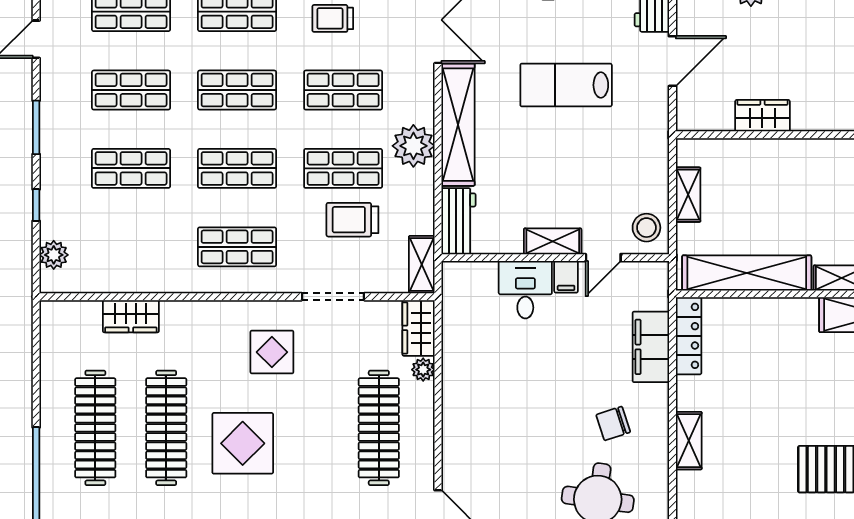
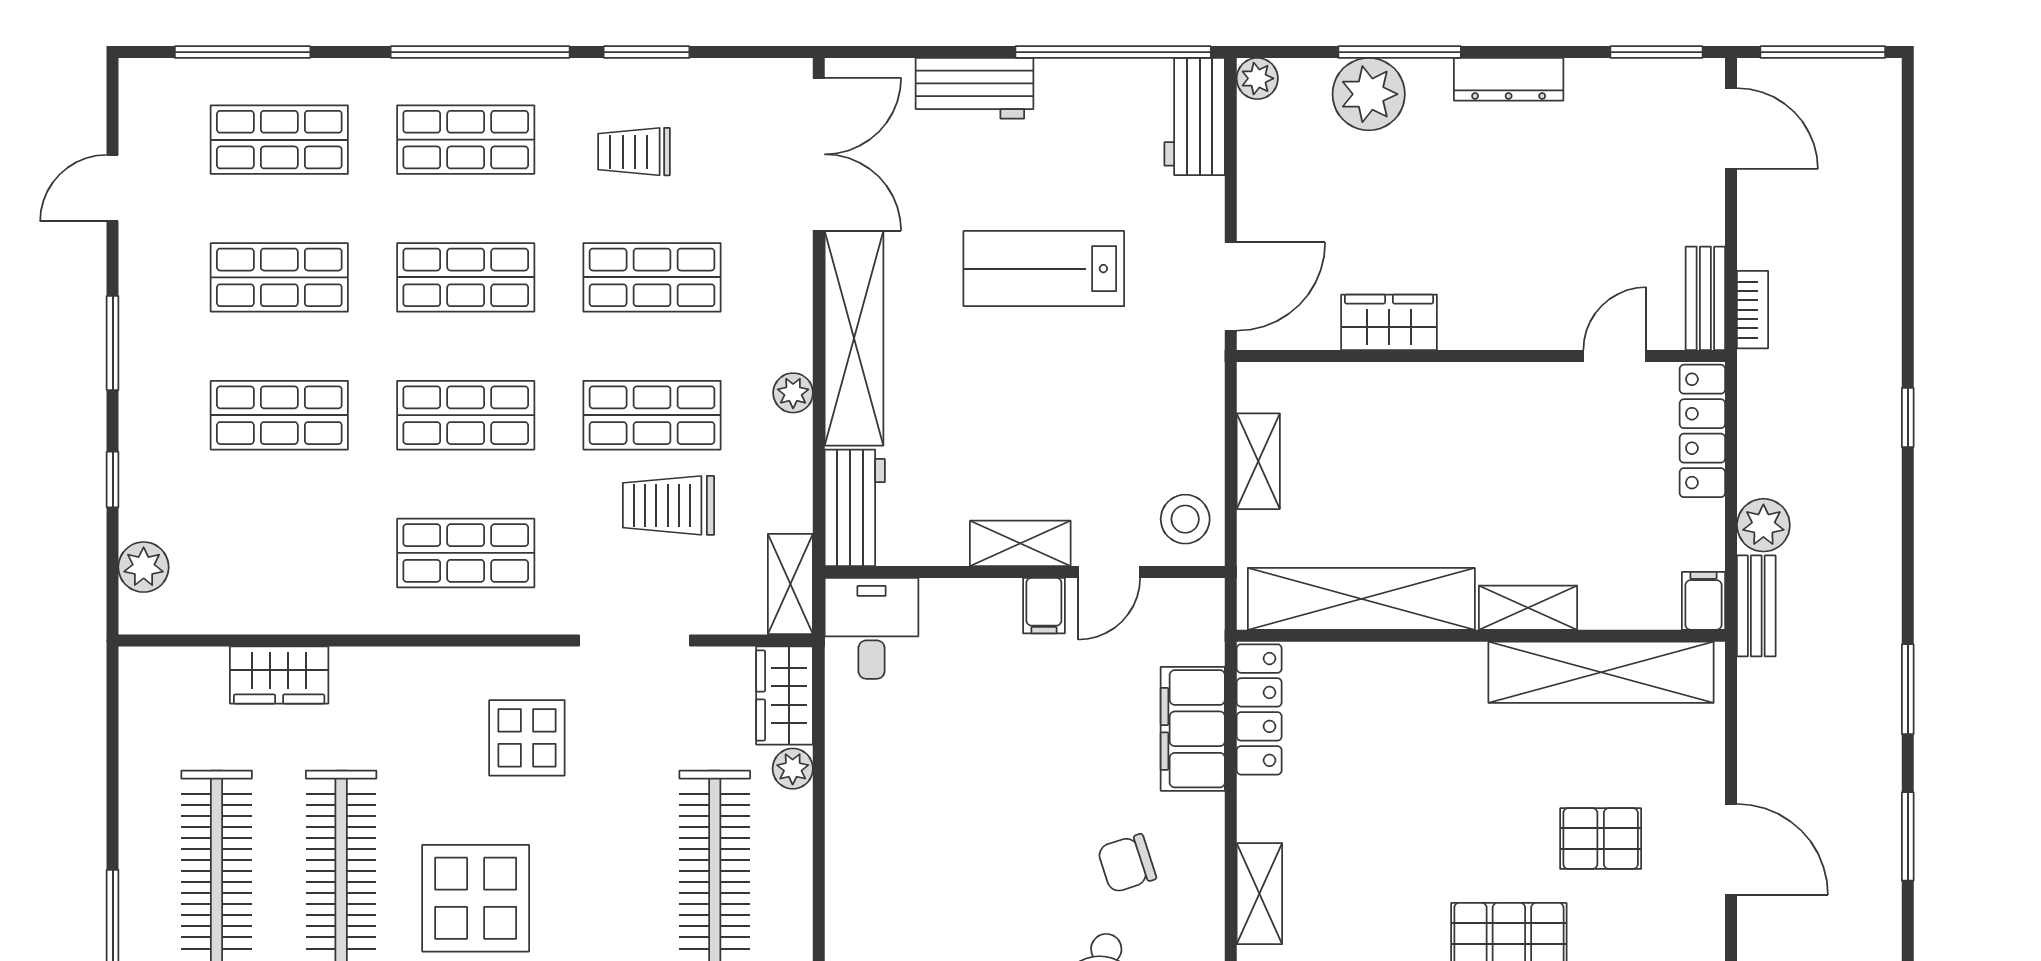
door: (672, 61) -> (1231, 287), moved
plant: (413, 146) -> (793, 393), width x0.53, depth x0.53
desk: (525, 290) -> (872, 628), moved

